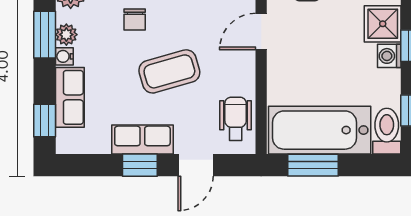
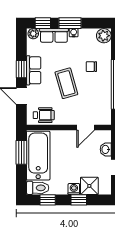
door: (261, 32) -> (86, 127), swing flipped
window: (45, 35) -> (70, 23), moved
plant: (66, 35) -> (33, 34), moved

